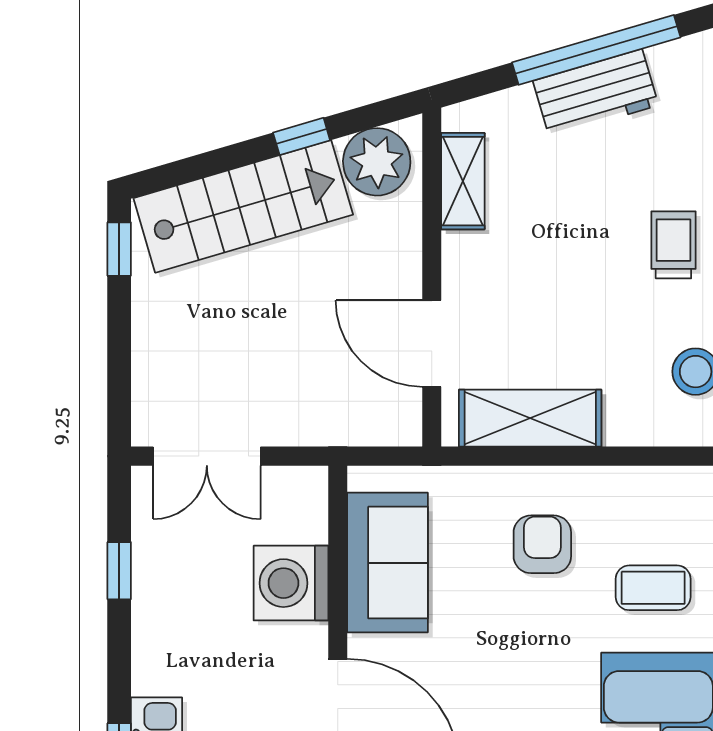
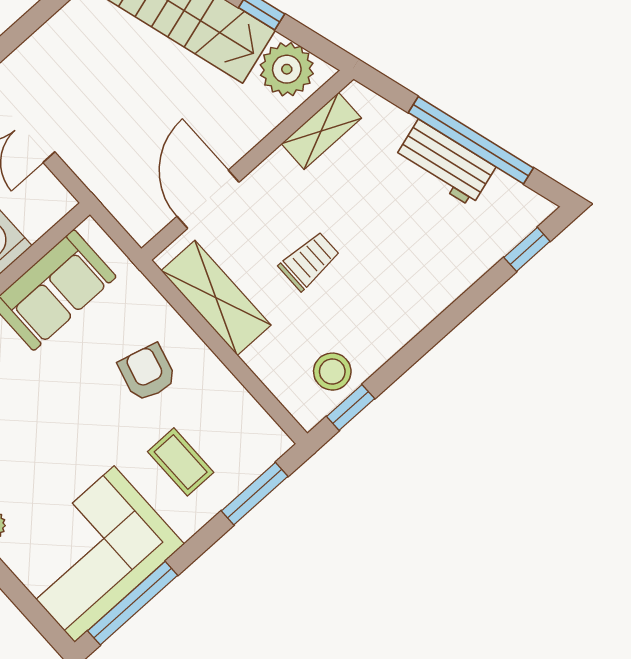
trolley: (673, 245) -> (309, 261), moved
armchair: (542, 544) -> (147, 373), turned -75

